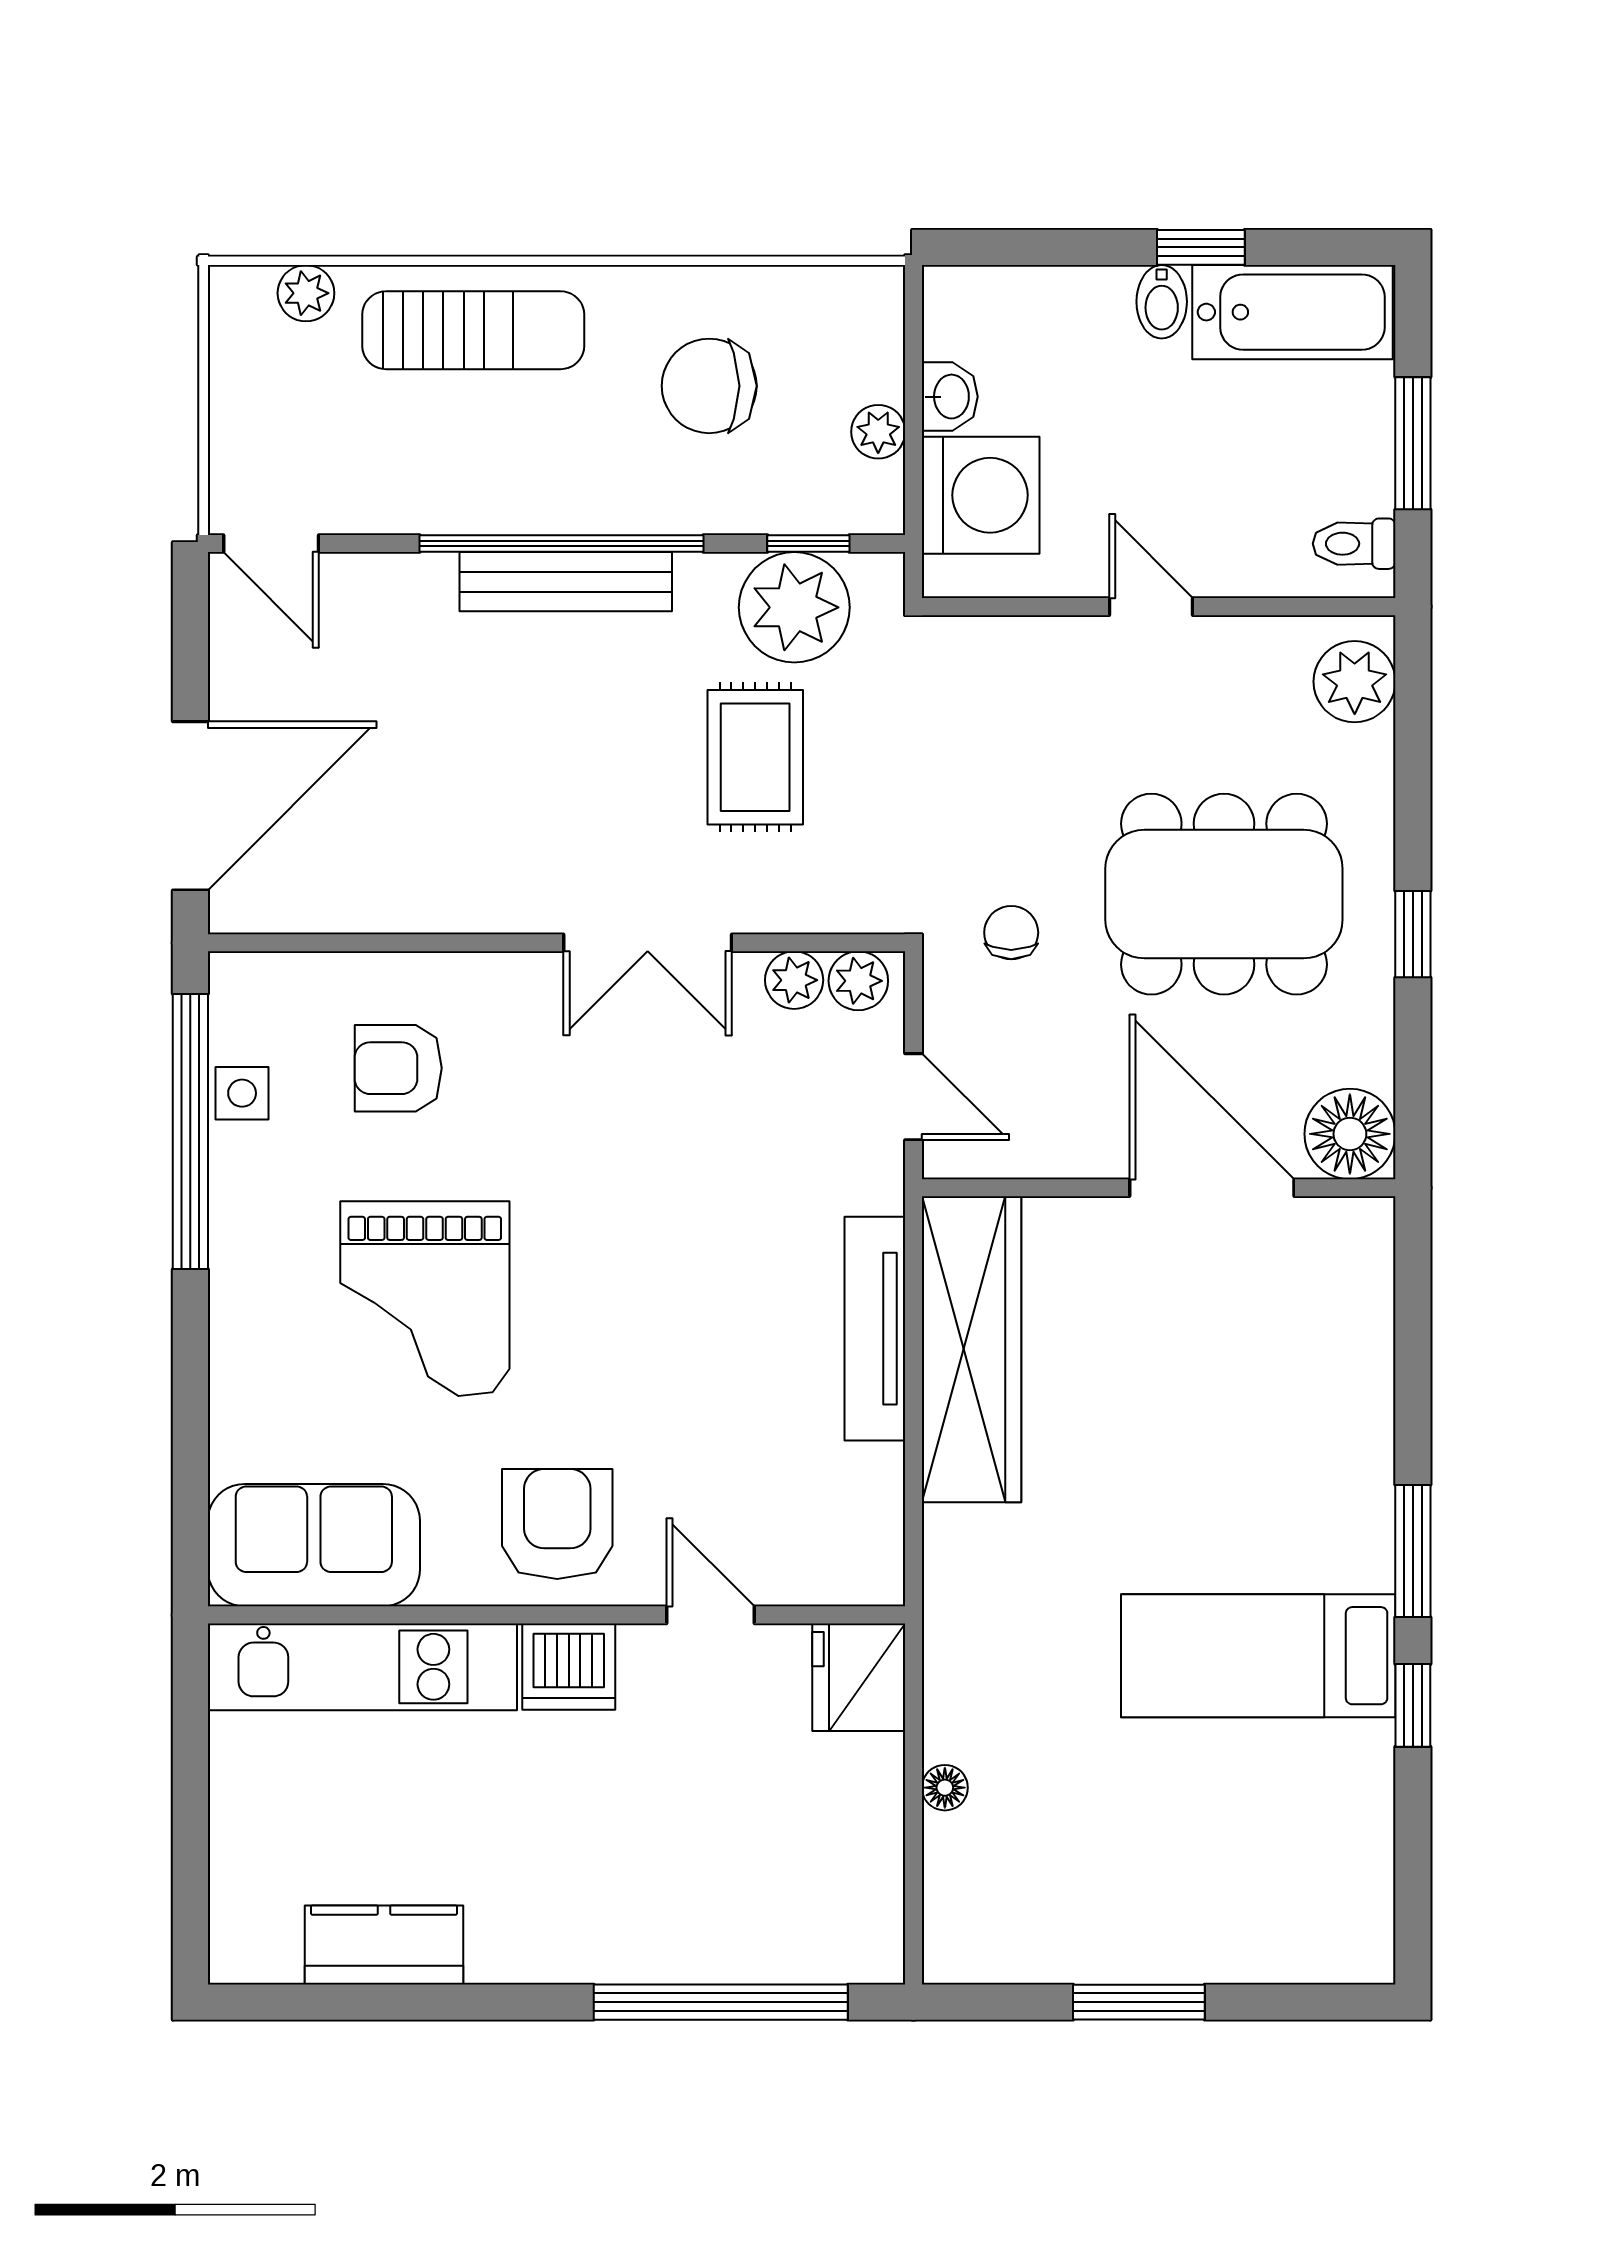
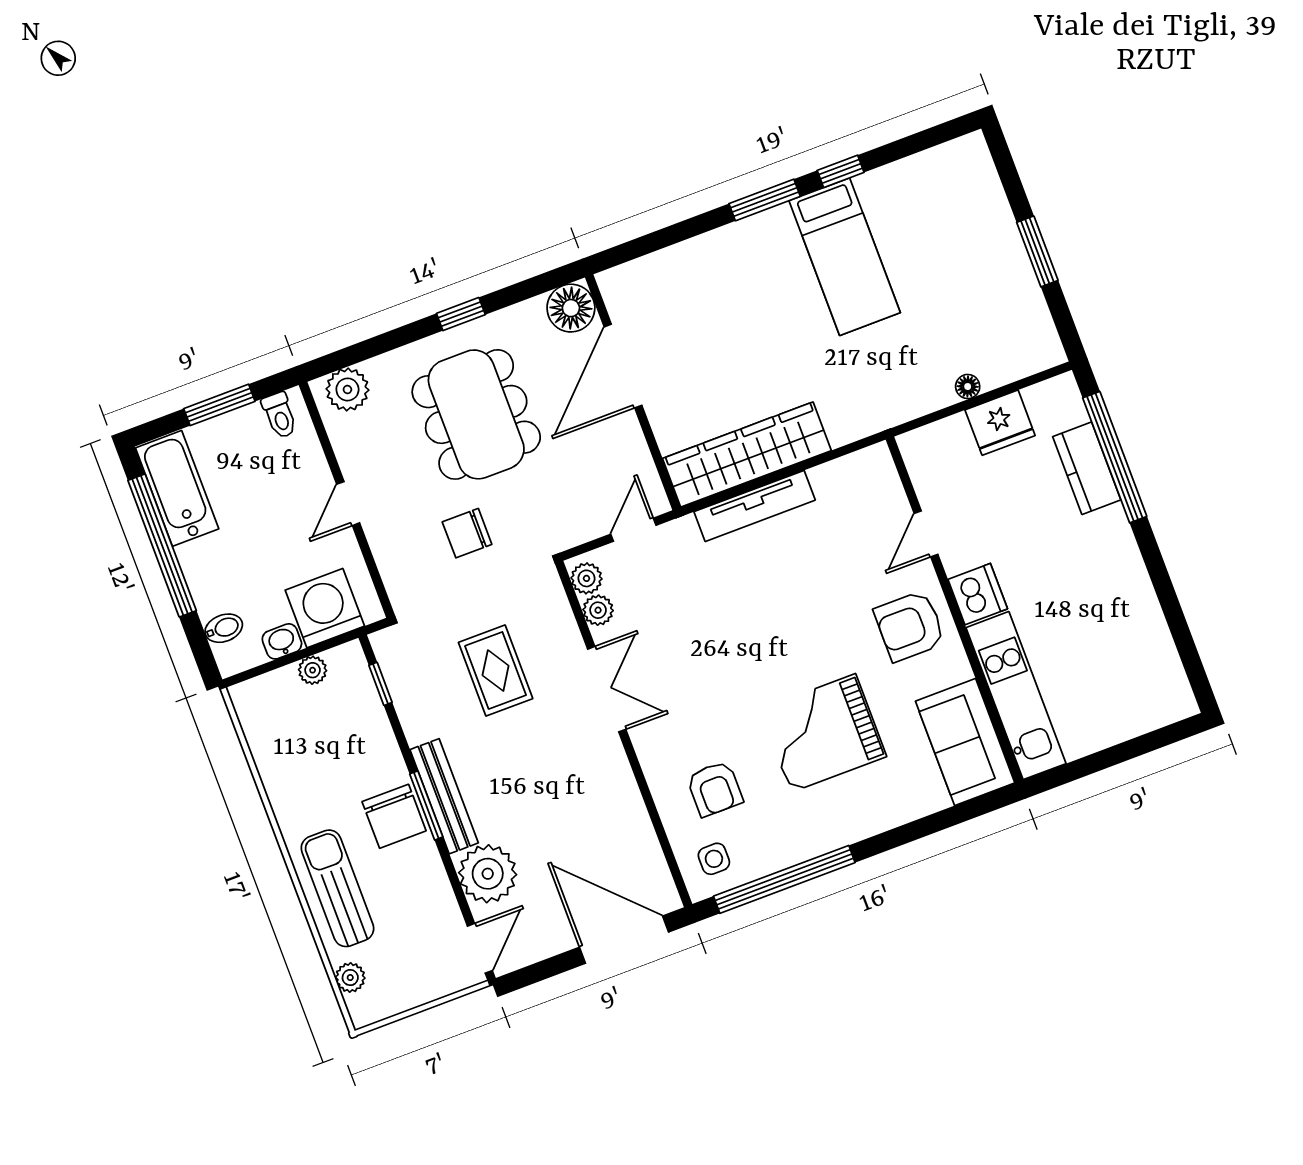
window: (1201, 247) -> (162, 545), width x3.17
bidet: (1162, 302) -> (224, 628), moved
chair: (709, 386) -> (394, 816), moved
window: (561, 544) -> (426, 805), width x0.47
plant: (794, 607) -> (488, 874), moved
rug: (755, 757) -> (496, 671), turned 90
chair: (1011, 933) -> (467, 533), moved, width x1.37, depth x1.37
side table: (242, 1093) -> (714, 859), moved
grand piano: (425, 1299) -> (823, 733), turned 180
fridge: (859, 1677) -> (1000, 423), moved
kitchen counter: (384, 1945) -> (1087, 468), moved

